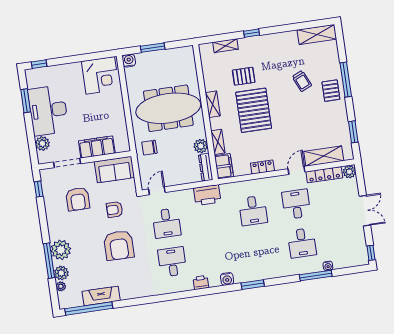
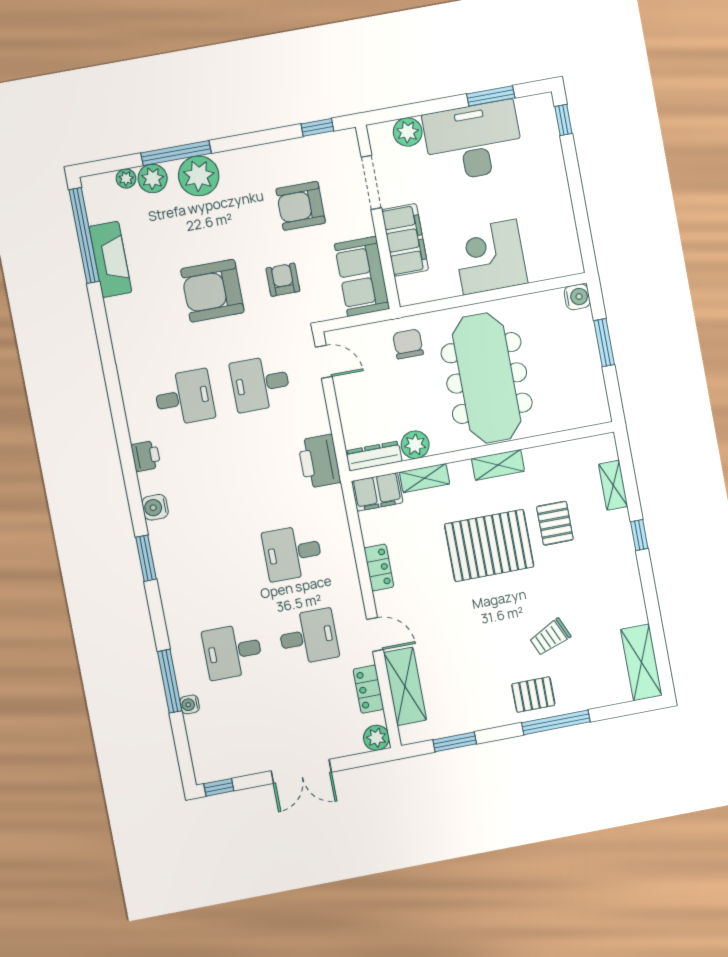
corner desk: (100, 75) -> (490, 257), moved, turned 90
locker: (324, 175) -> (368, 689), width x0.66

